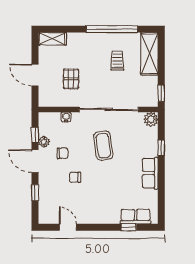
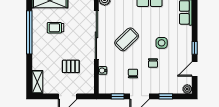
plant: (44, 142) -> (187, 89), moved
coffee table: (103, 146) -> (127, 39), turned -36
side table: (99, 188) -> (162, 43), added
window: (129, 227) -> (195, 48), moved

